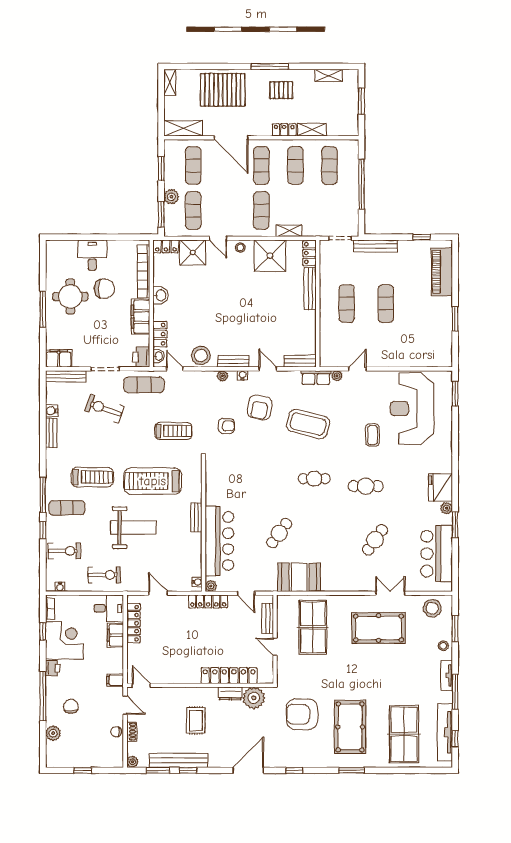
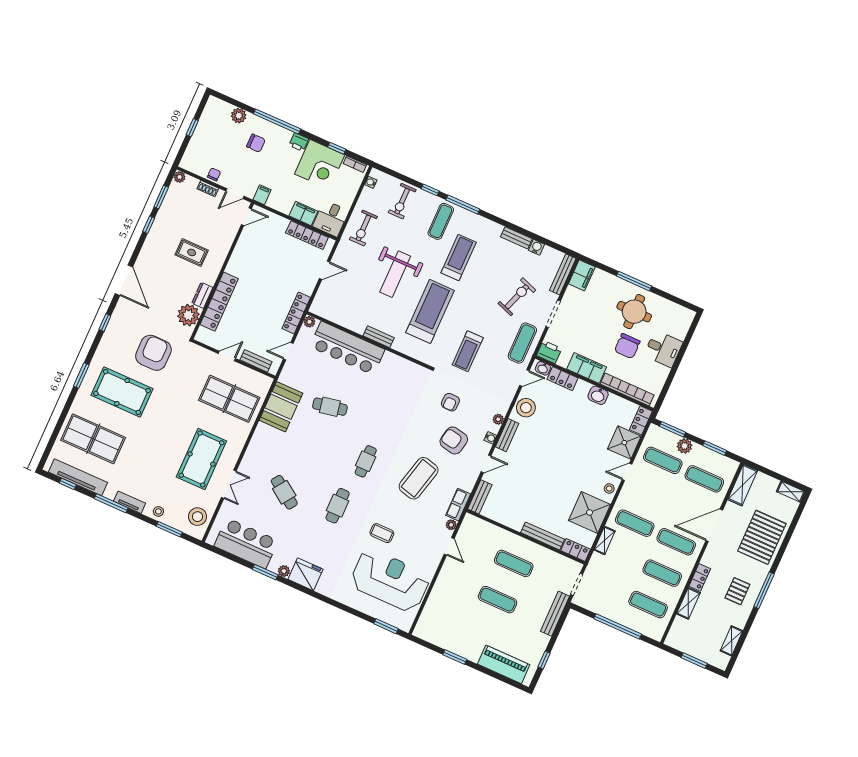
treadmill: (92, 477) -> (459, 257), turned 180
cafe table: (279, 533) -> (330, 407), turned -47
water cooler: (197, 582) -> (319, 311), removed
bench: (179, 760) -> (162, 220), removed

